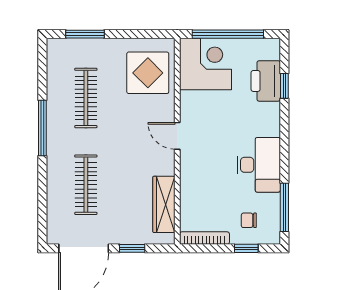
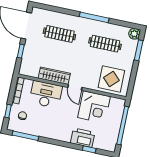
plant: (56, 48) -> (134, 34), added
corner desk: (205, 64) -> (94, 107), moved
printer: (266, 81) -> (83, 138), moved
door: (177, 136) -> (75, 87), swing flipped
desk: (259, 165) -> (46, 94), moved, turned 180
wardrobe: (164, 204) -> (54, 76), moved

